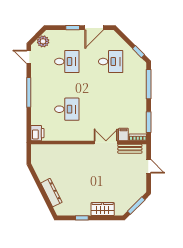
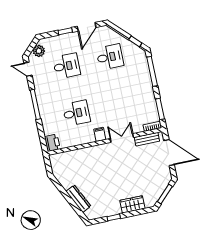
filing cabinet: (123, 135) -> (100, 134), moved
door: (149, 166) -> (169, 153), width x1.88

